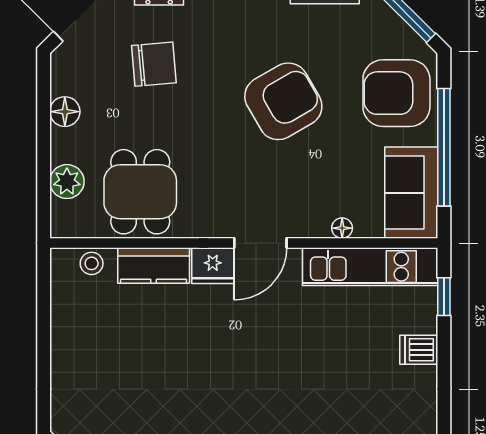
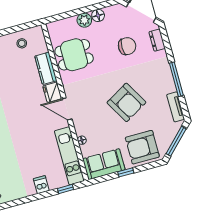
chair: (154, 64) -> (127, 46), turned -85
armchair: (396, 93) -> (142, 147), turned -90
window: (444, 147) -> (126, 172), width x0.32
plant: (67, 182) -> (84, 20), moved
stool: (92, 263) -> (22, 43), moved

